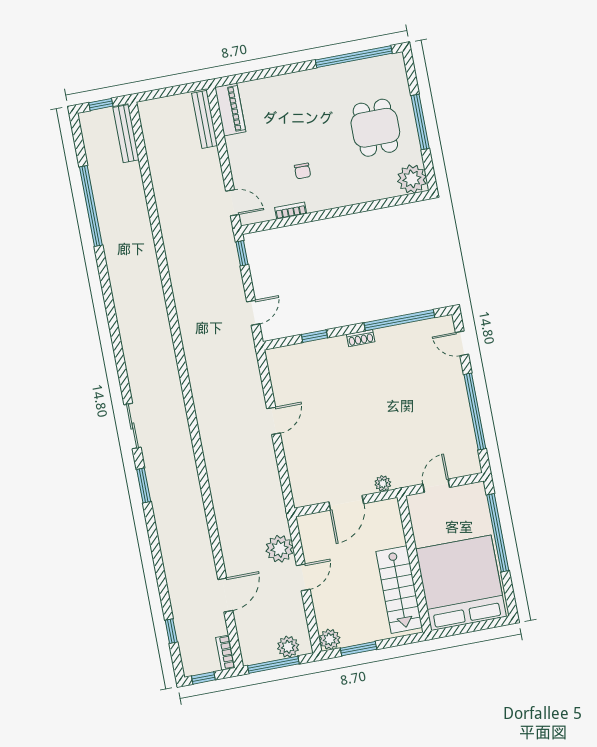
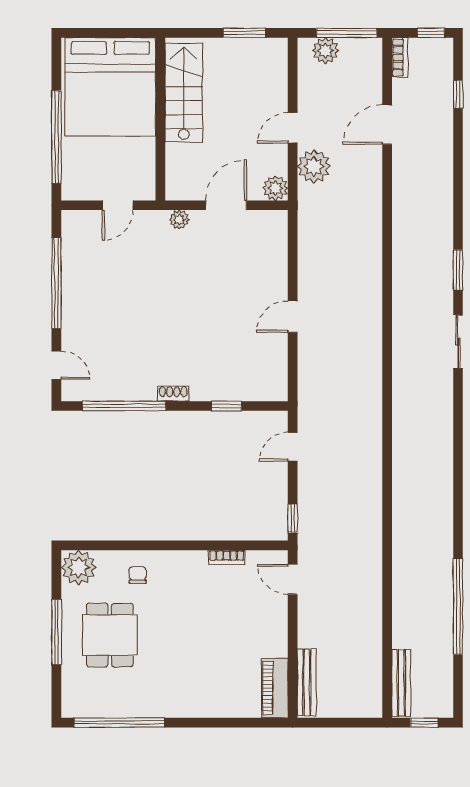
chair: (303, 171) -> (138, 575), moved
plant: (330, 639) -> (275, 188), moved

